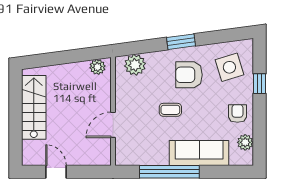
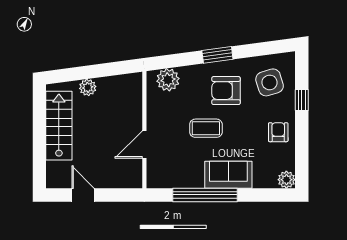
plant: (97, 67) -> (88, 87), moved
coffee table: (170, 110) -> (206, 128), width x1.36, depth x1.30
plant: (245, 142) -> (286, 180), moved
sofa: (199, 153) -> (228, 175), width x0.73

